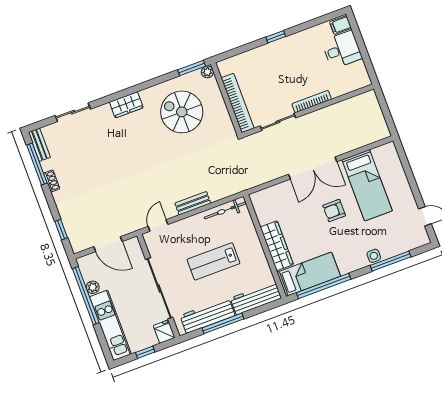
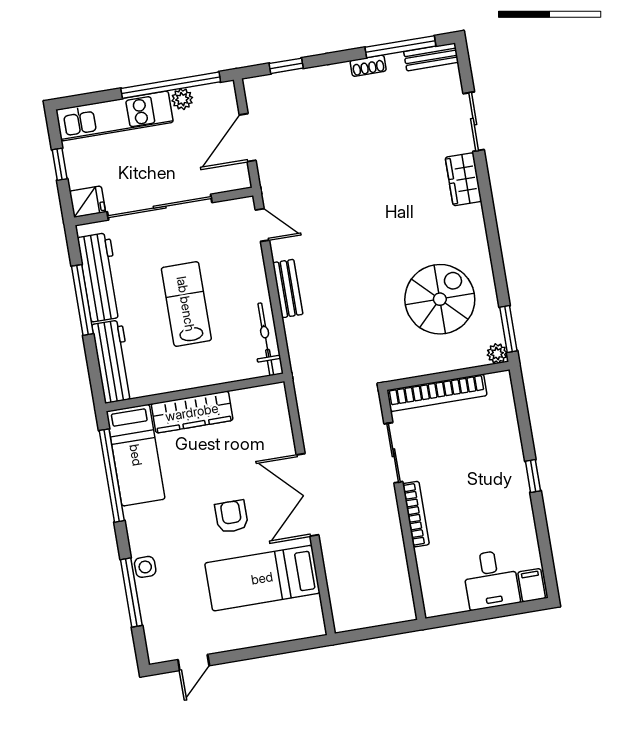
wardrobe: (126, 105) -> (463, 179), moved

